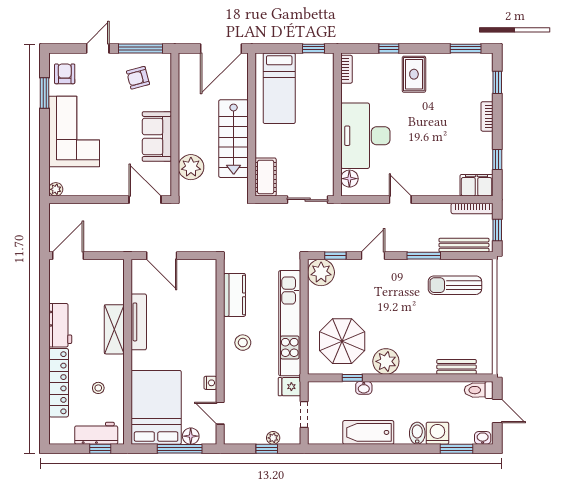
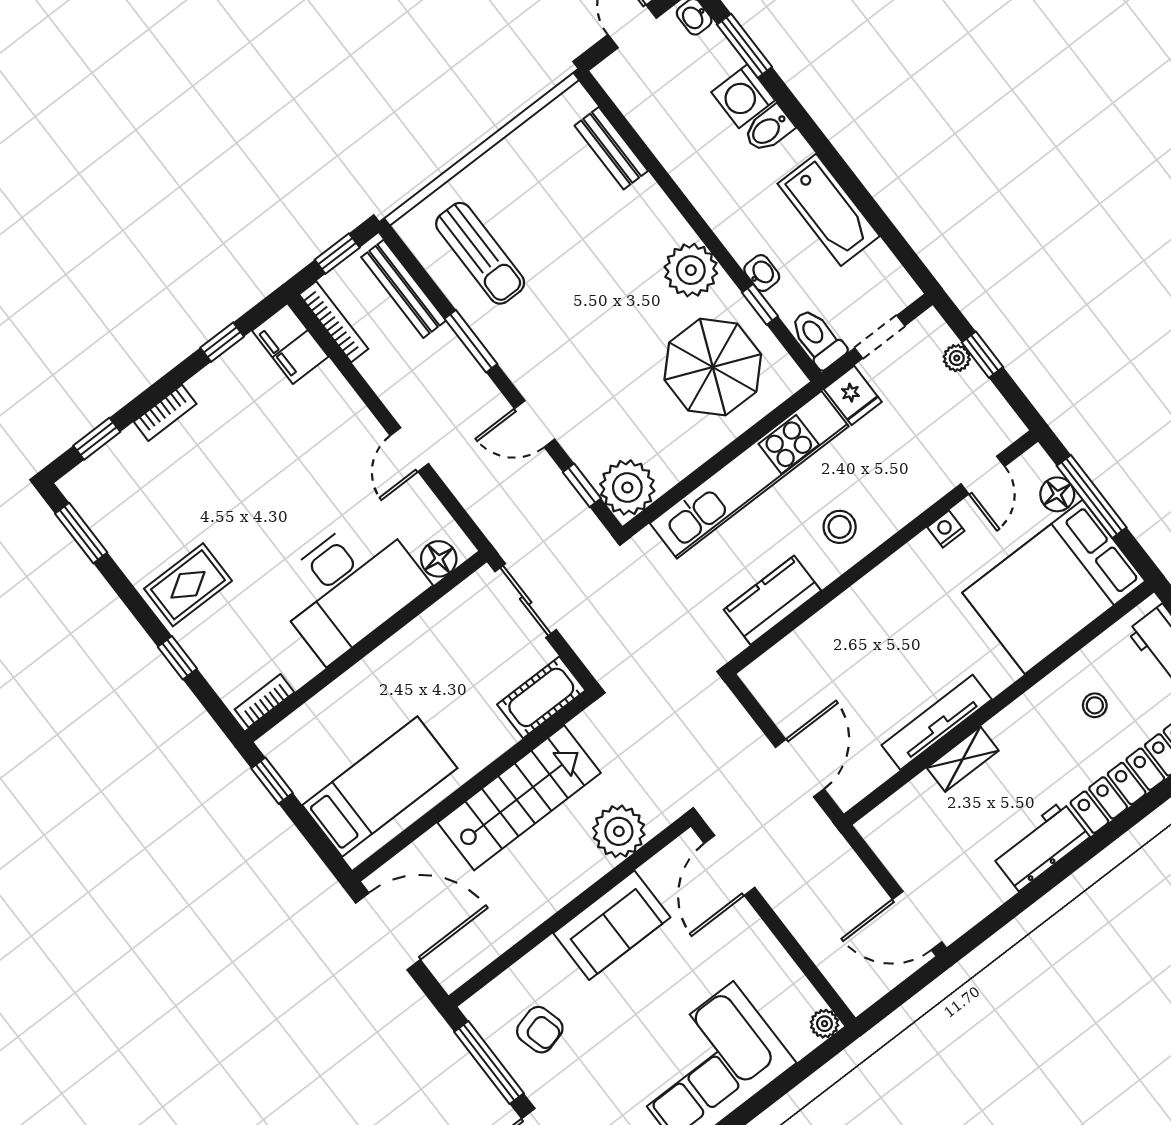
shelving: (114, 329) -> (963, 759), width x0.67, depth x0.75
toilet: (479, 390) -> (818, 339), moved, turned 180

